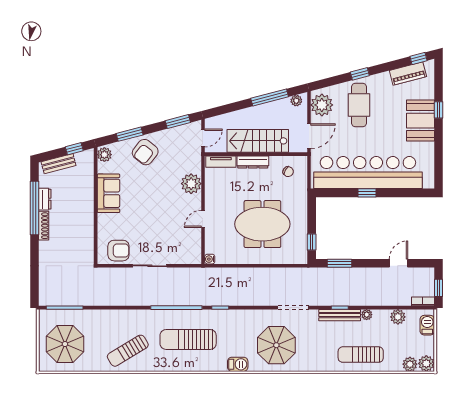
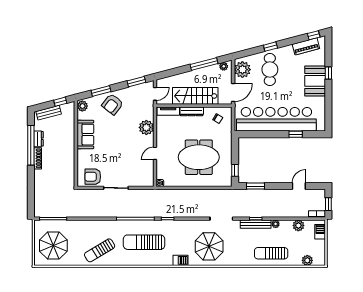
window: (367, 193) -> (296, 134), moved
armchair: (118, 251) -> (93, 177), turned 180
plant: (426, 363) -> (319, 260), removed

